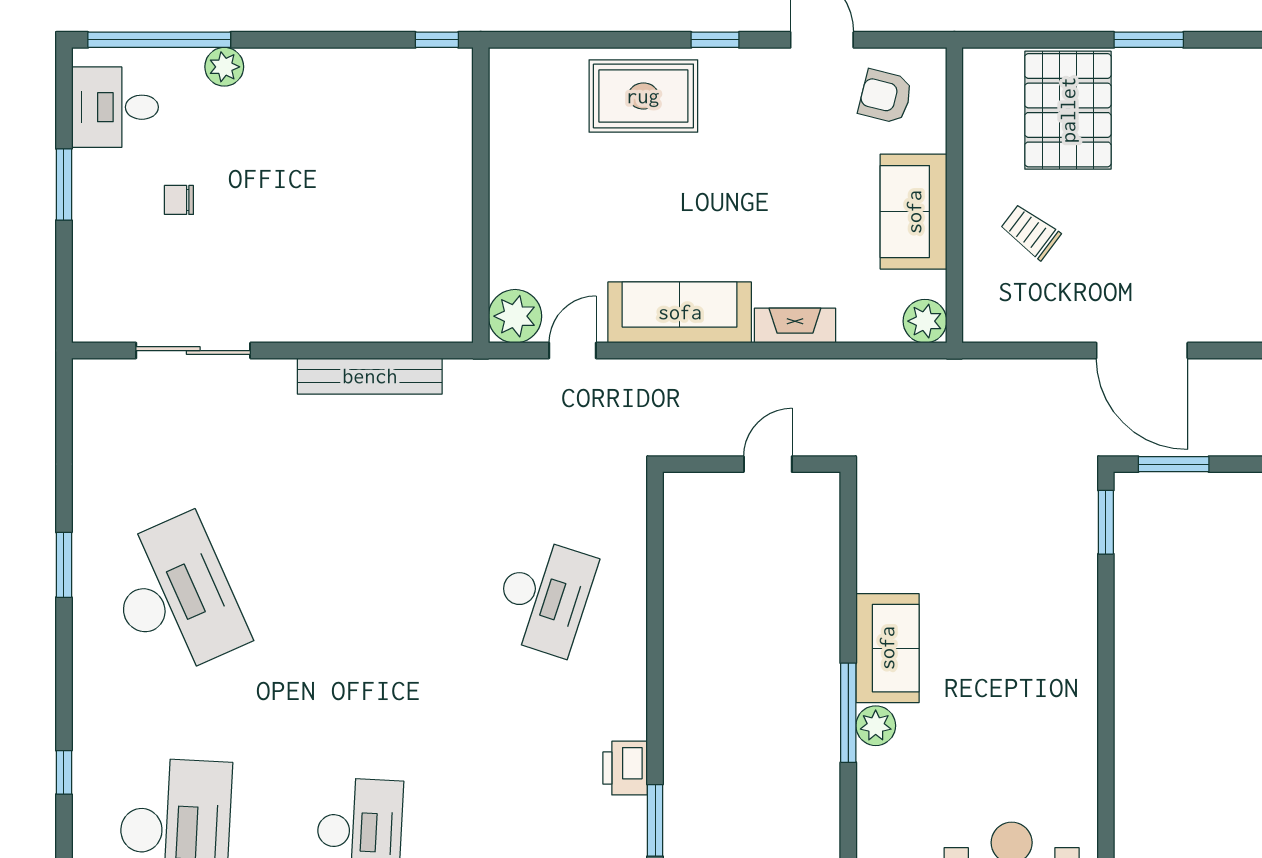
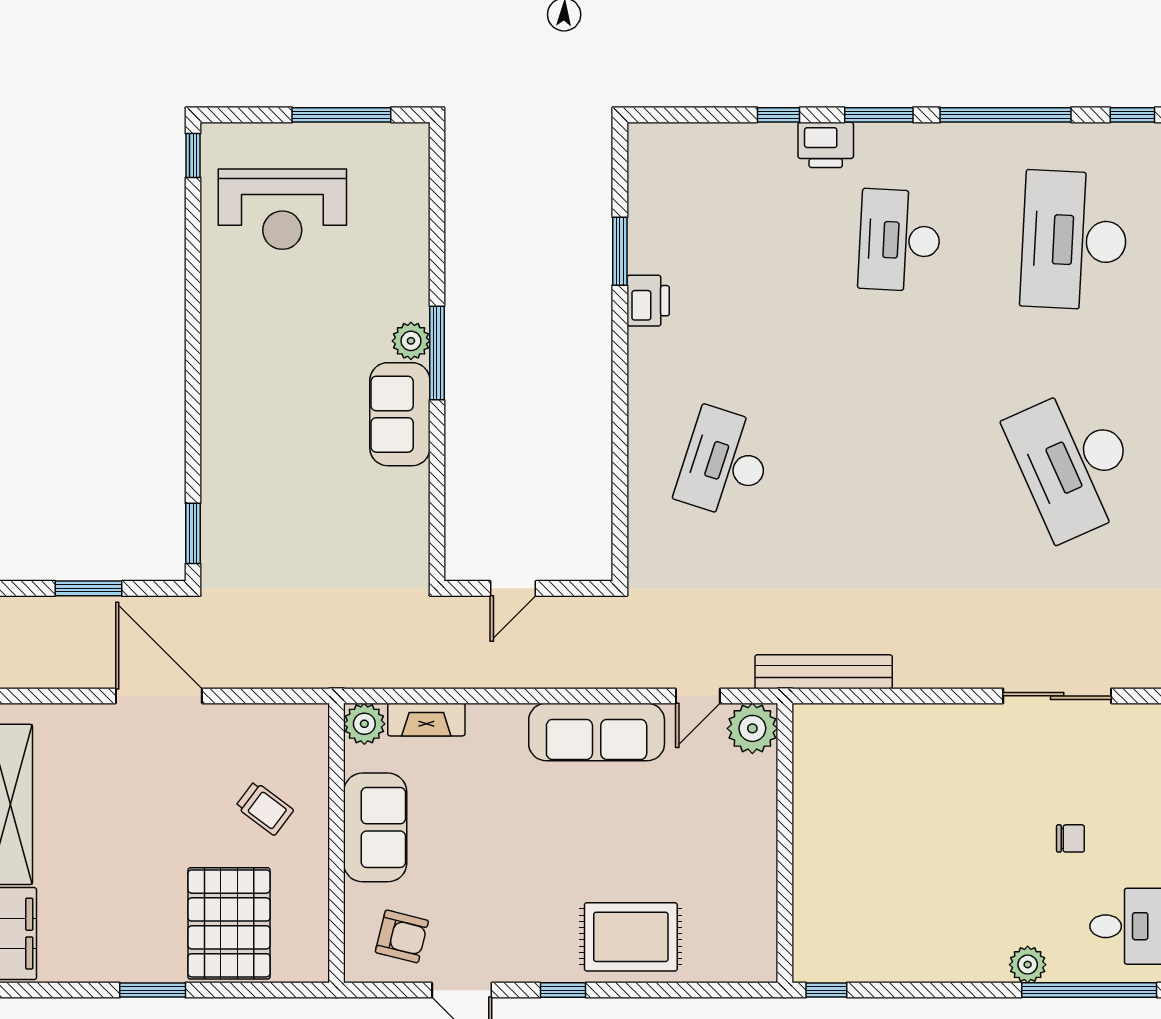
fireplace: (795, 326) -> (426, 720), moved
bench: (370, 376) -> (824, 672), moved
window: (1174, 464) -> (89, 588), moved

